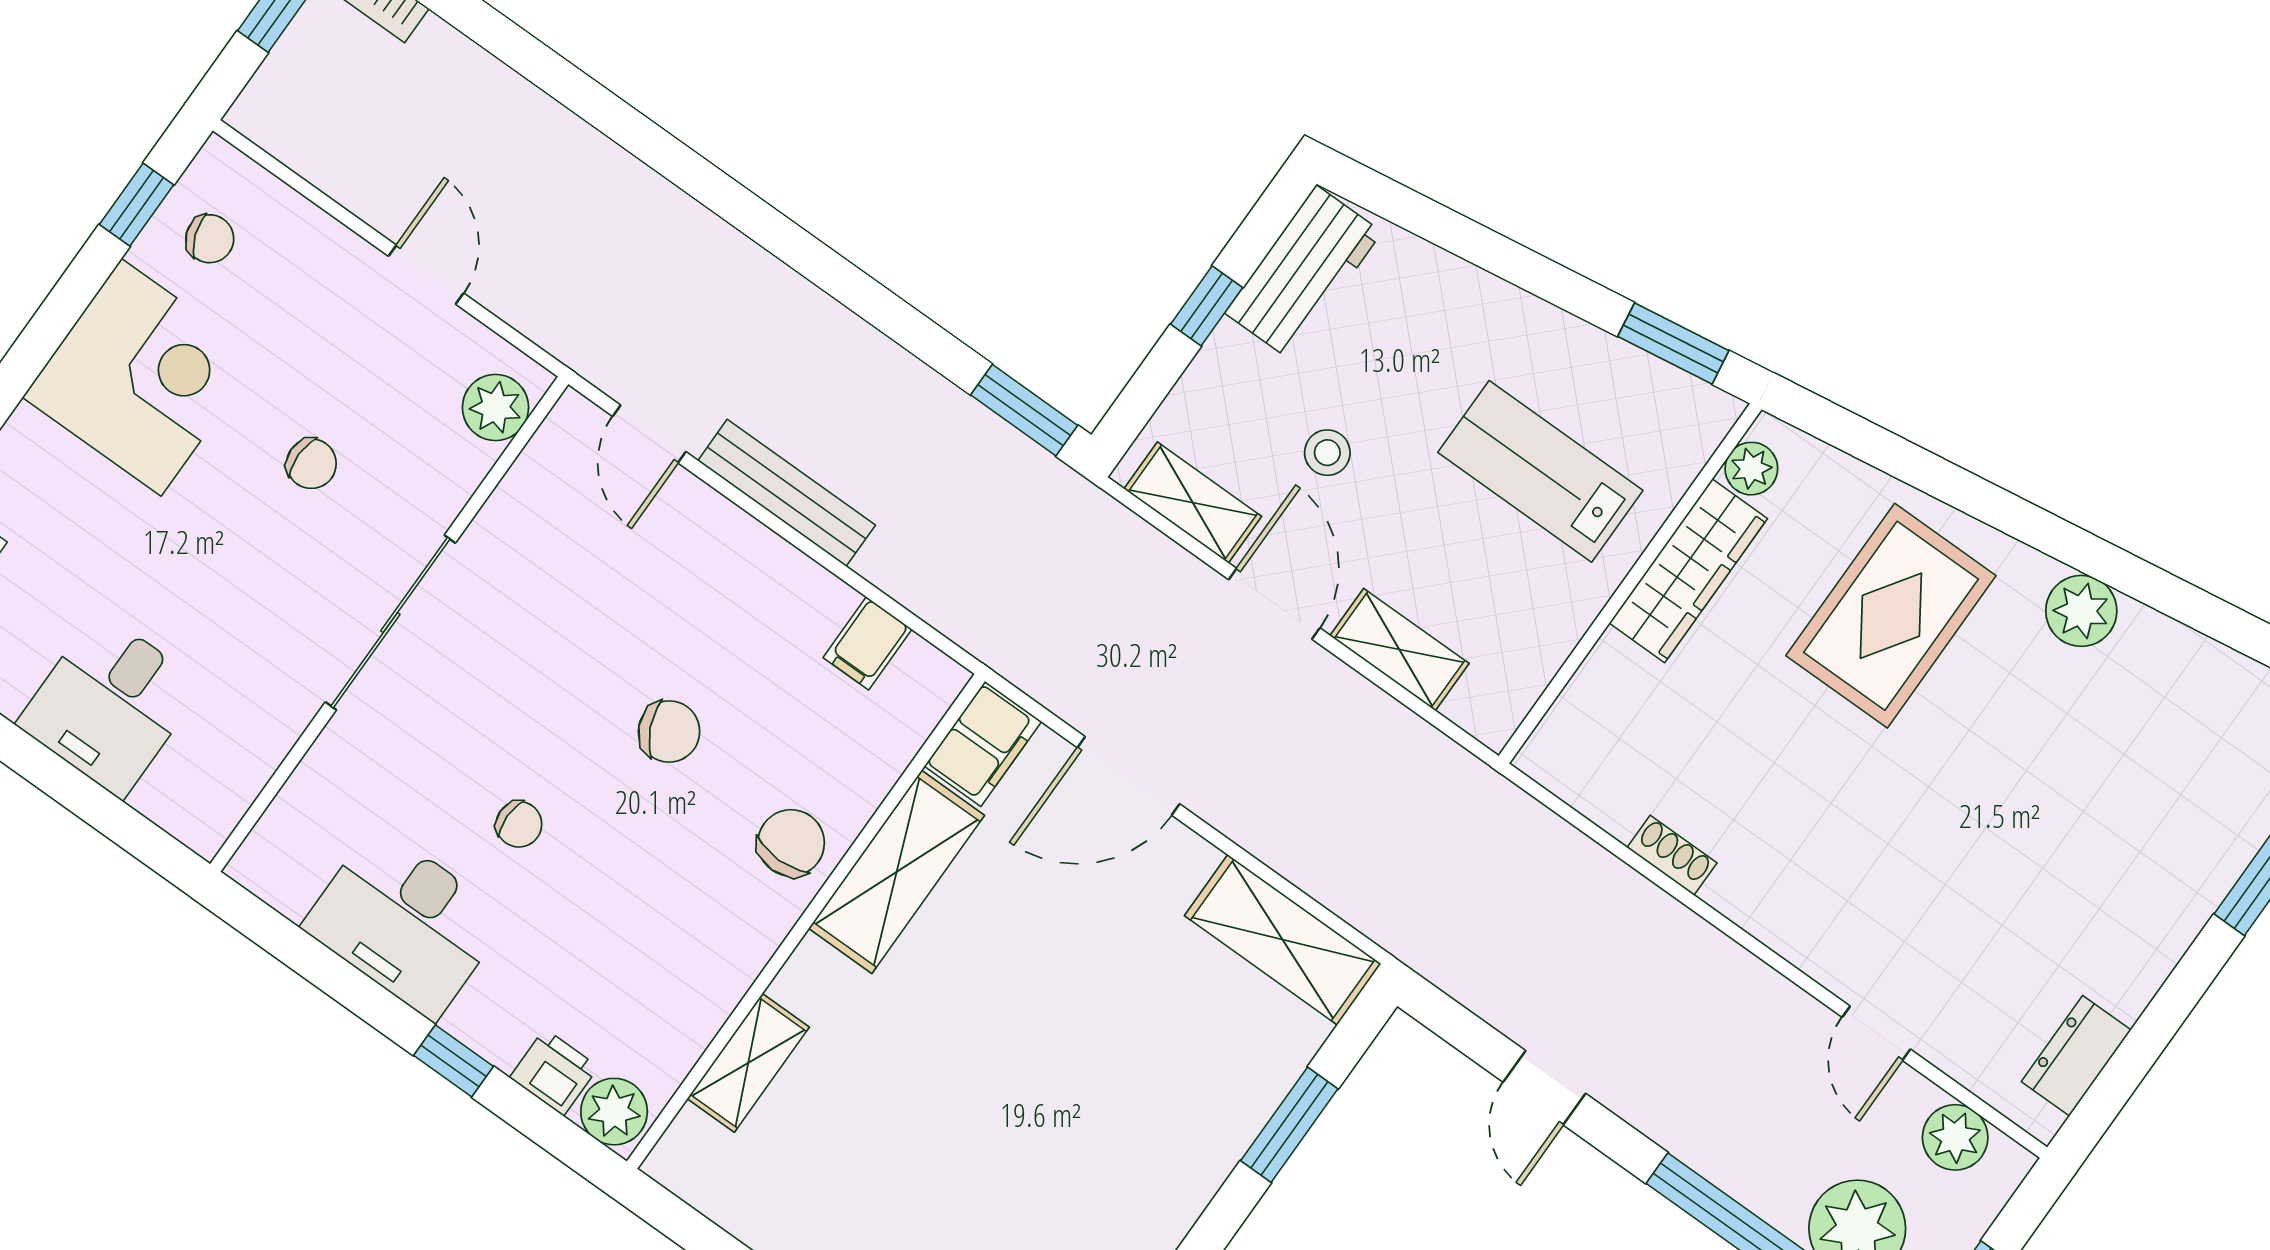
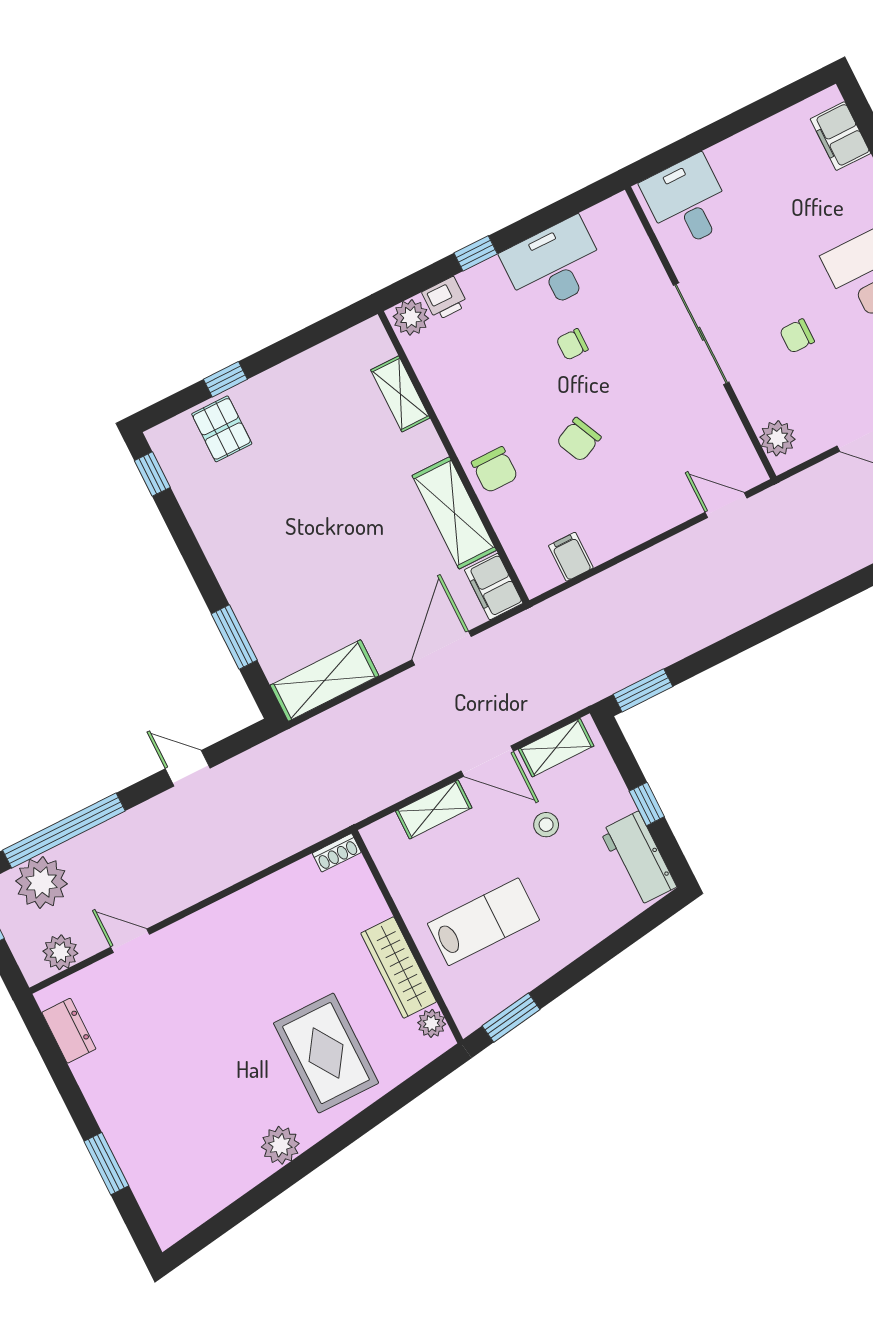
bench: (787, 493) -> (663, 556), removed
desk: (110, 704) -> (687, 202), moved
shoe rack: (1672, 855) -> (337, 853), moved

